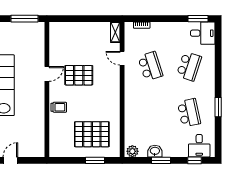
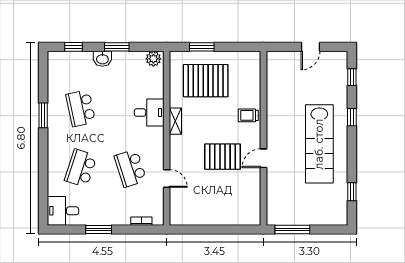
window: (198, 19) -> (99, 229), moved
shelving: (115, 32) -> (175, 121), moved
desk: (199, 146) -> (149, 113), moved, turned 90
washbasin: (155, 151) -> (102, 59), moved

